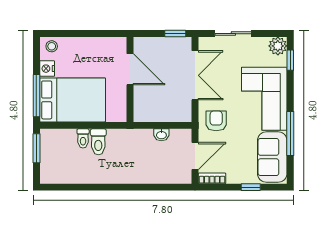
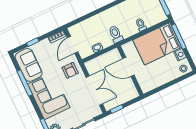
door: (130, 69) -> (128, 67), moved
double door: (195, 75) -> (94, 91), swing flipped
toilet: (98, 142) -> (116, 34), moved

